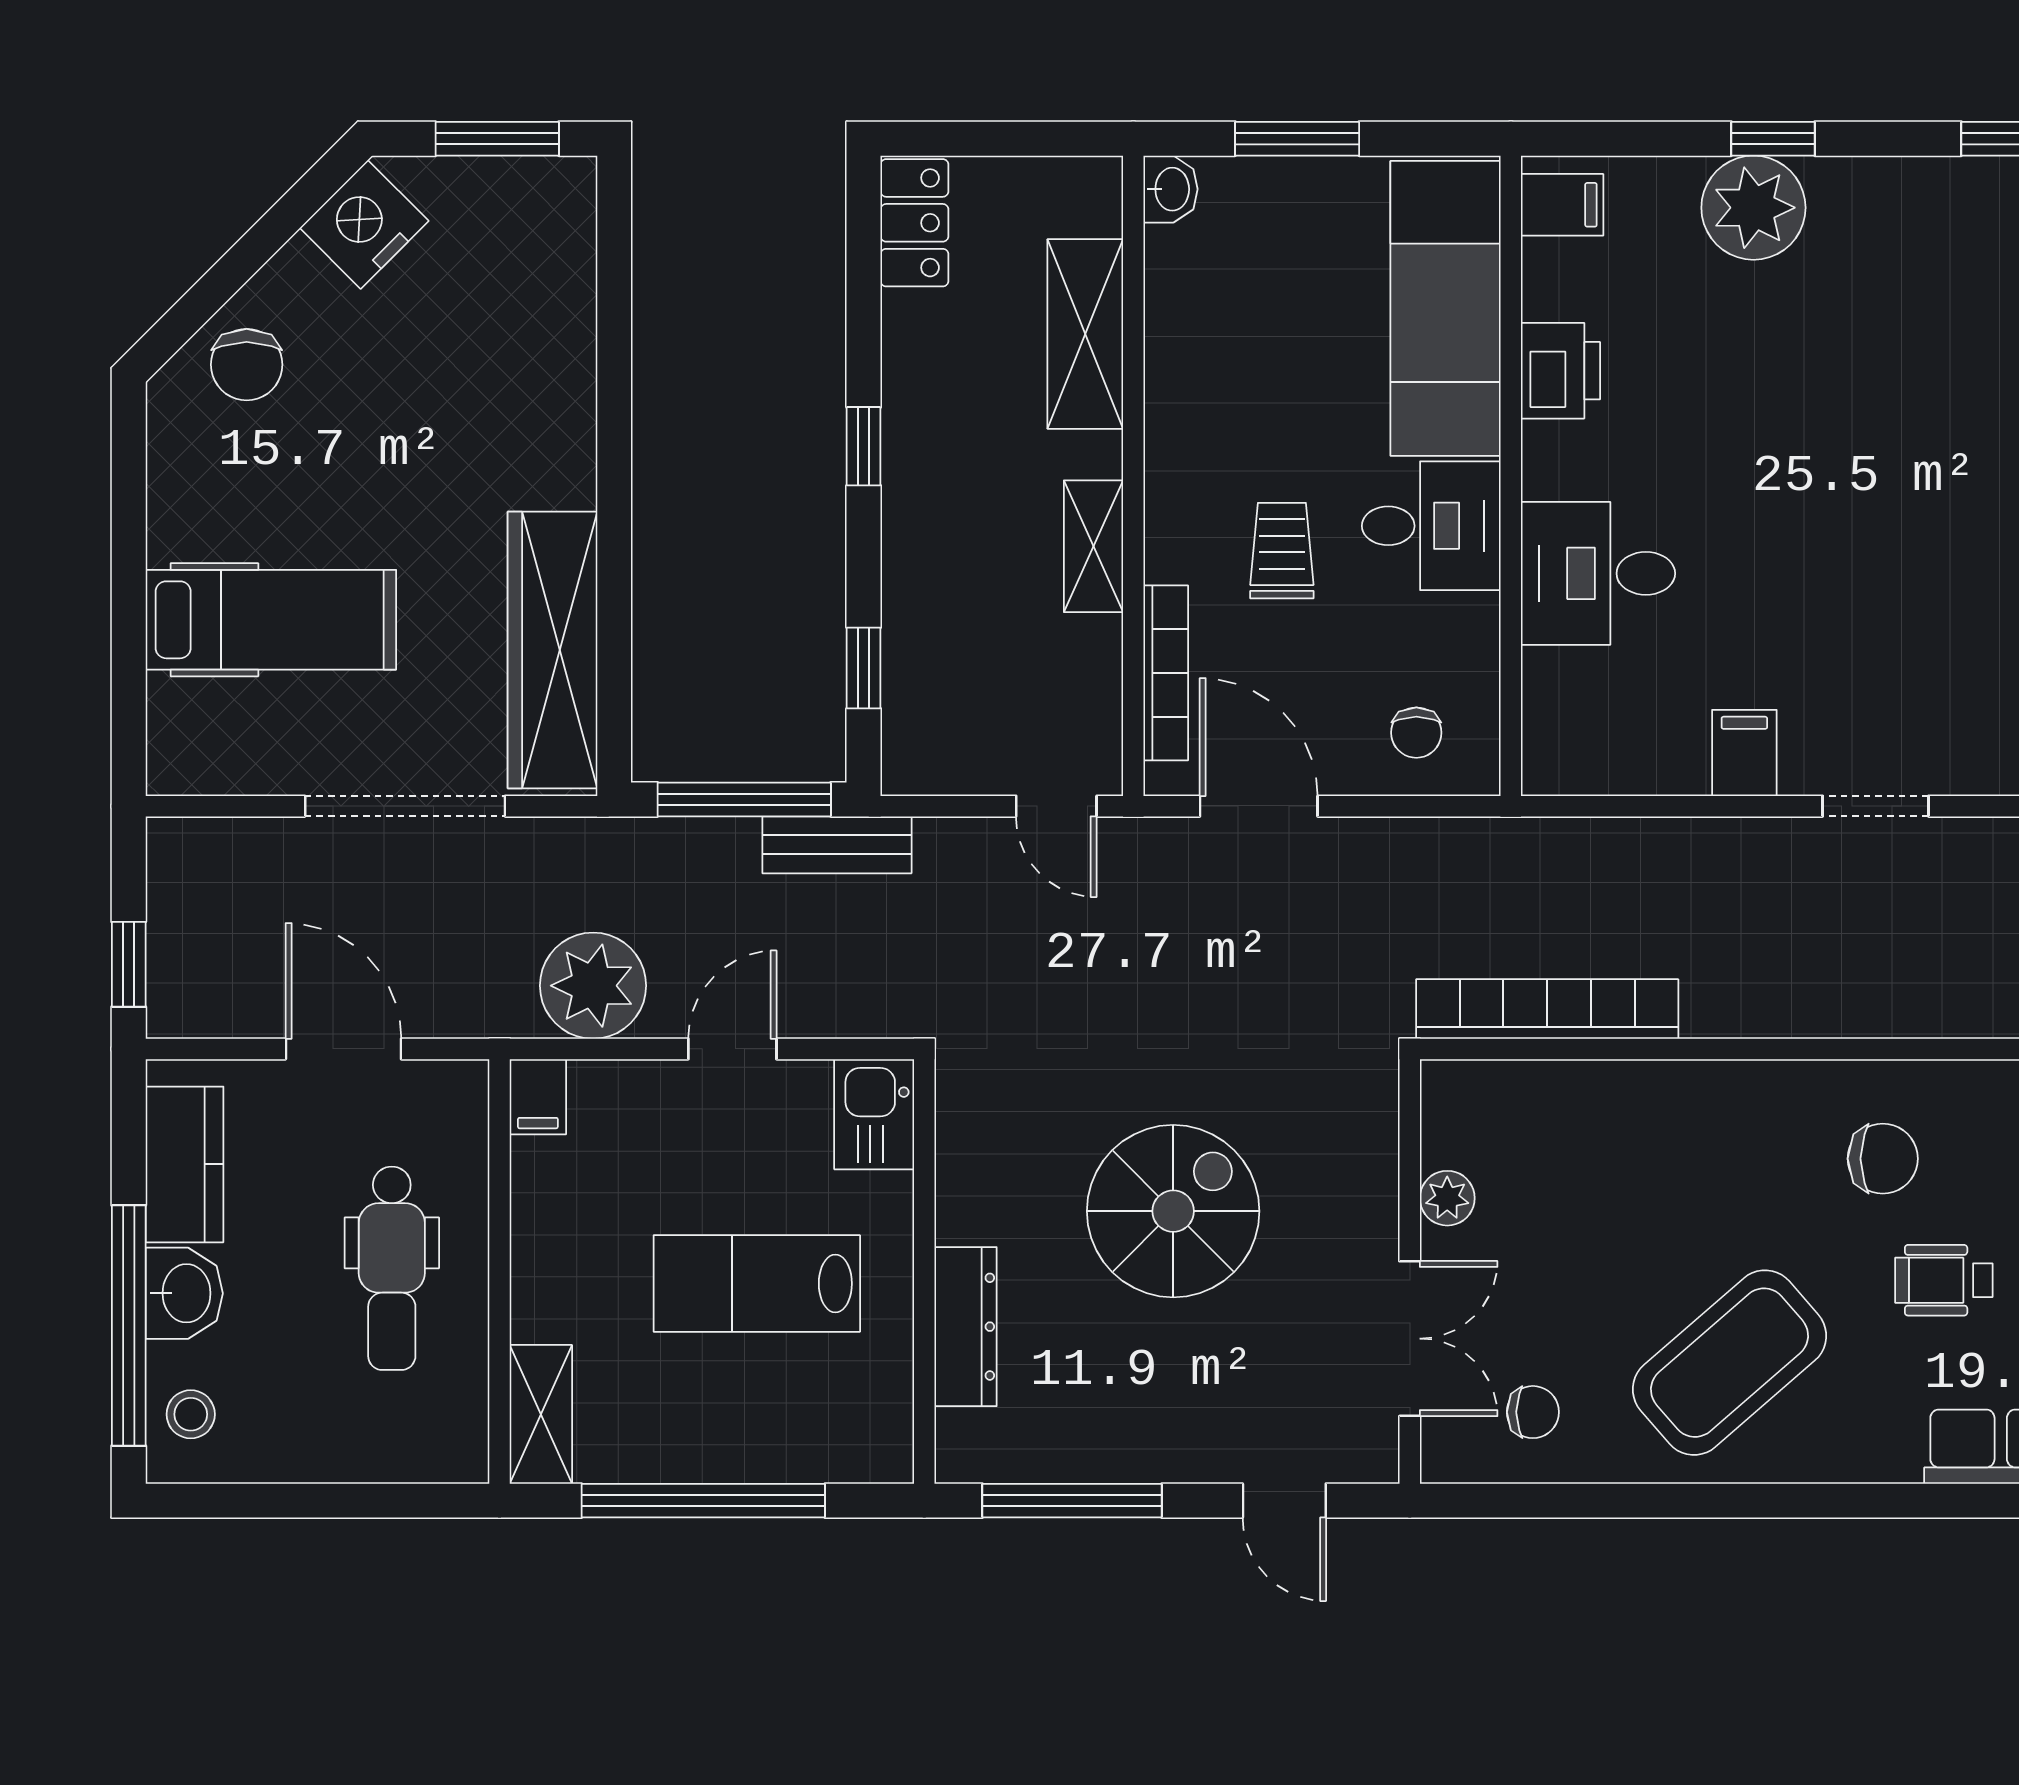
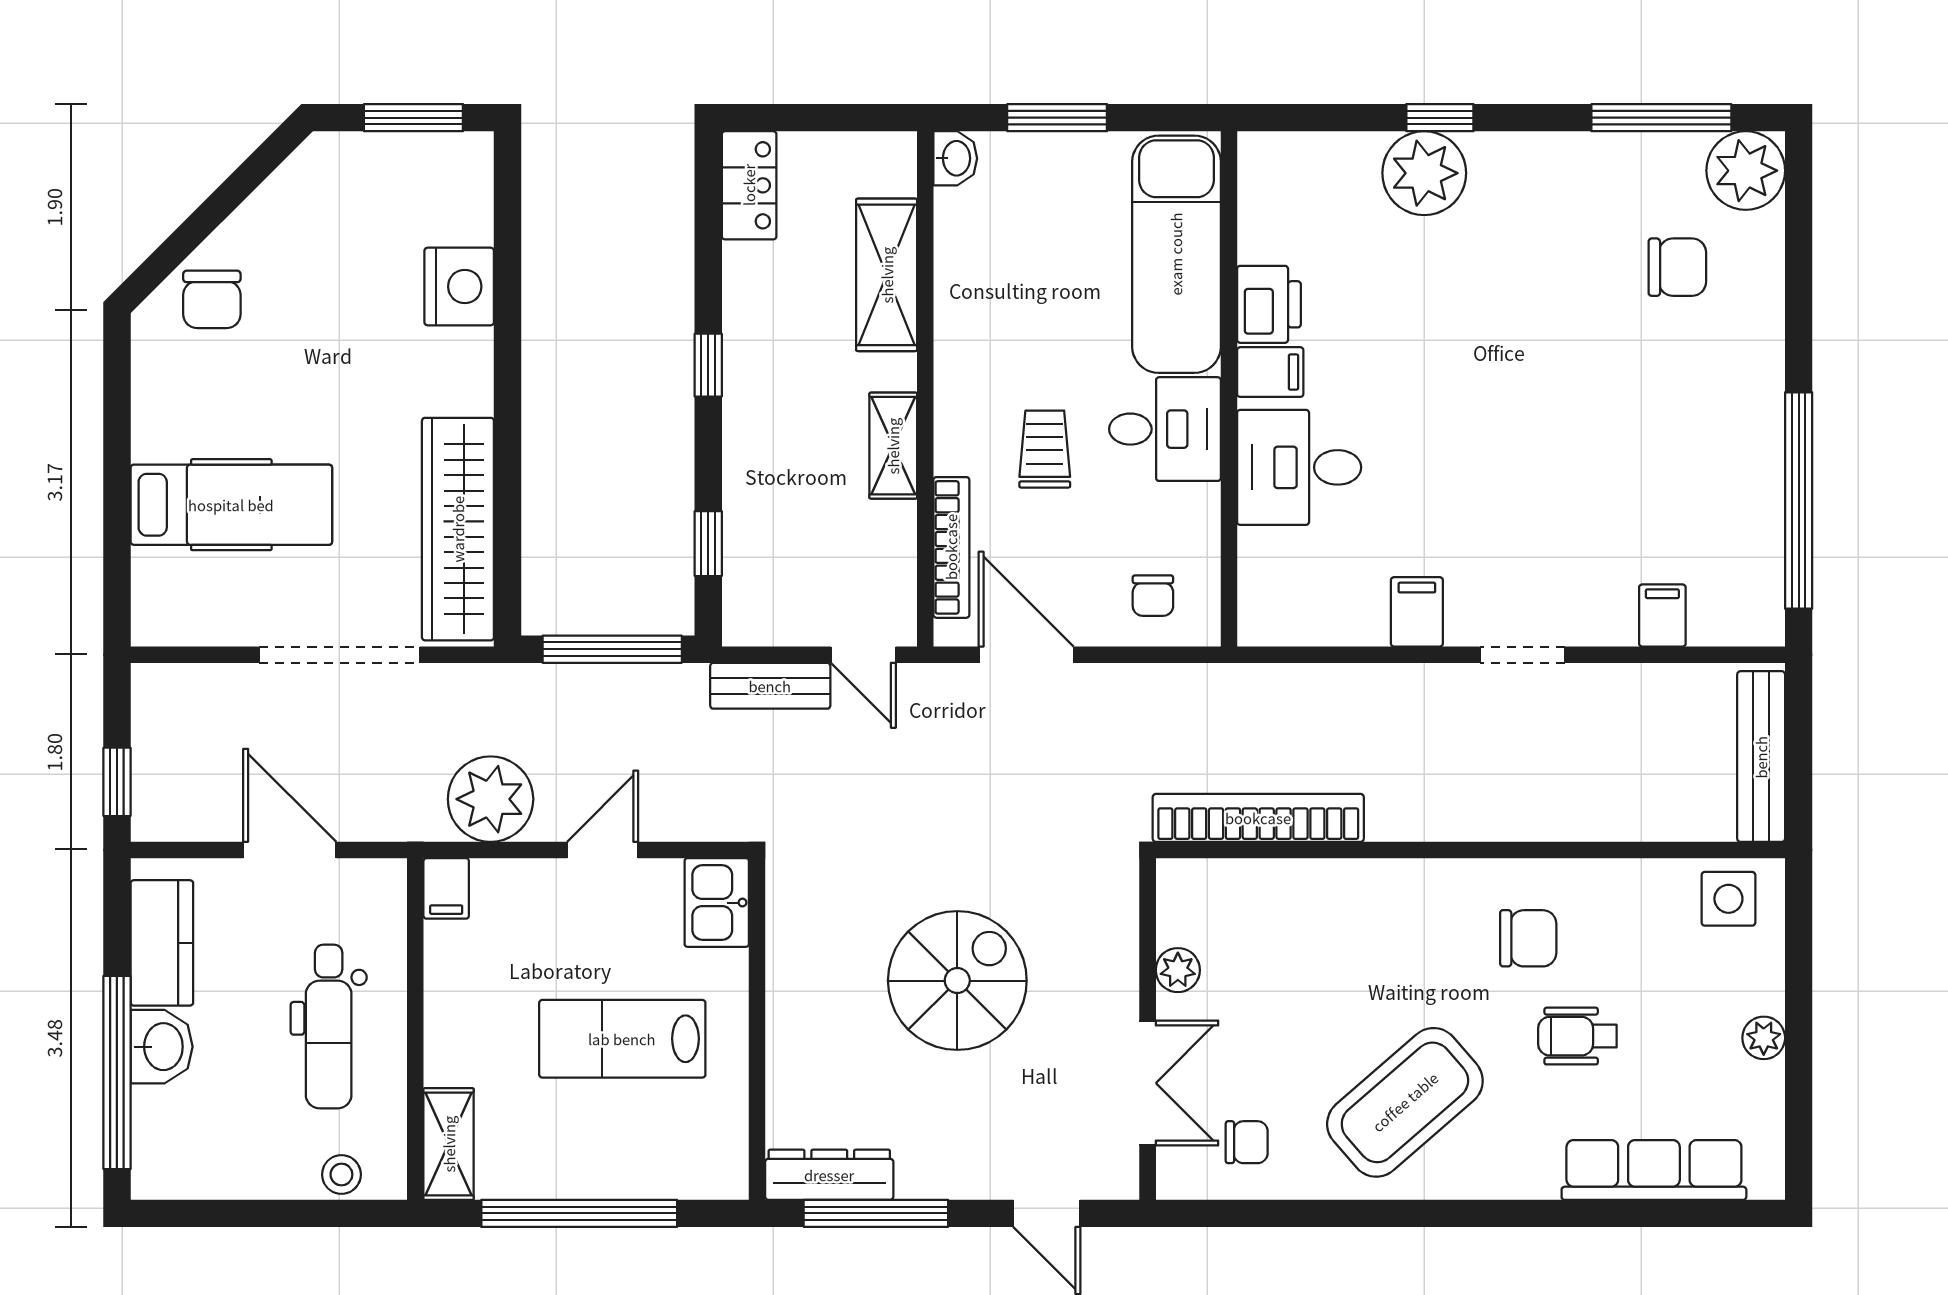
filing cabinet: (1562, 205) -> (1270, 372), moved
nightstand: (364, 224) -> (459, 286), moved, turned 135
bench: (837, 845) -> (770, 686), moved
dresser: (966, 1327) -> (829, 1175), moved, turned -90
stool: (191, 1414) -> (341, 1175), moved

